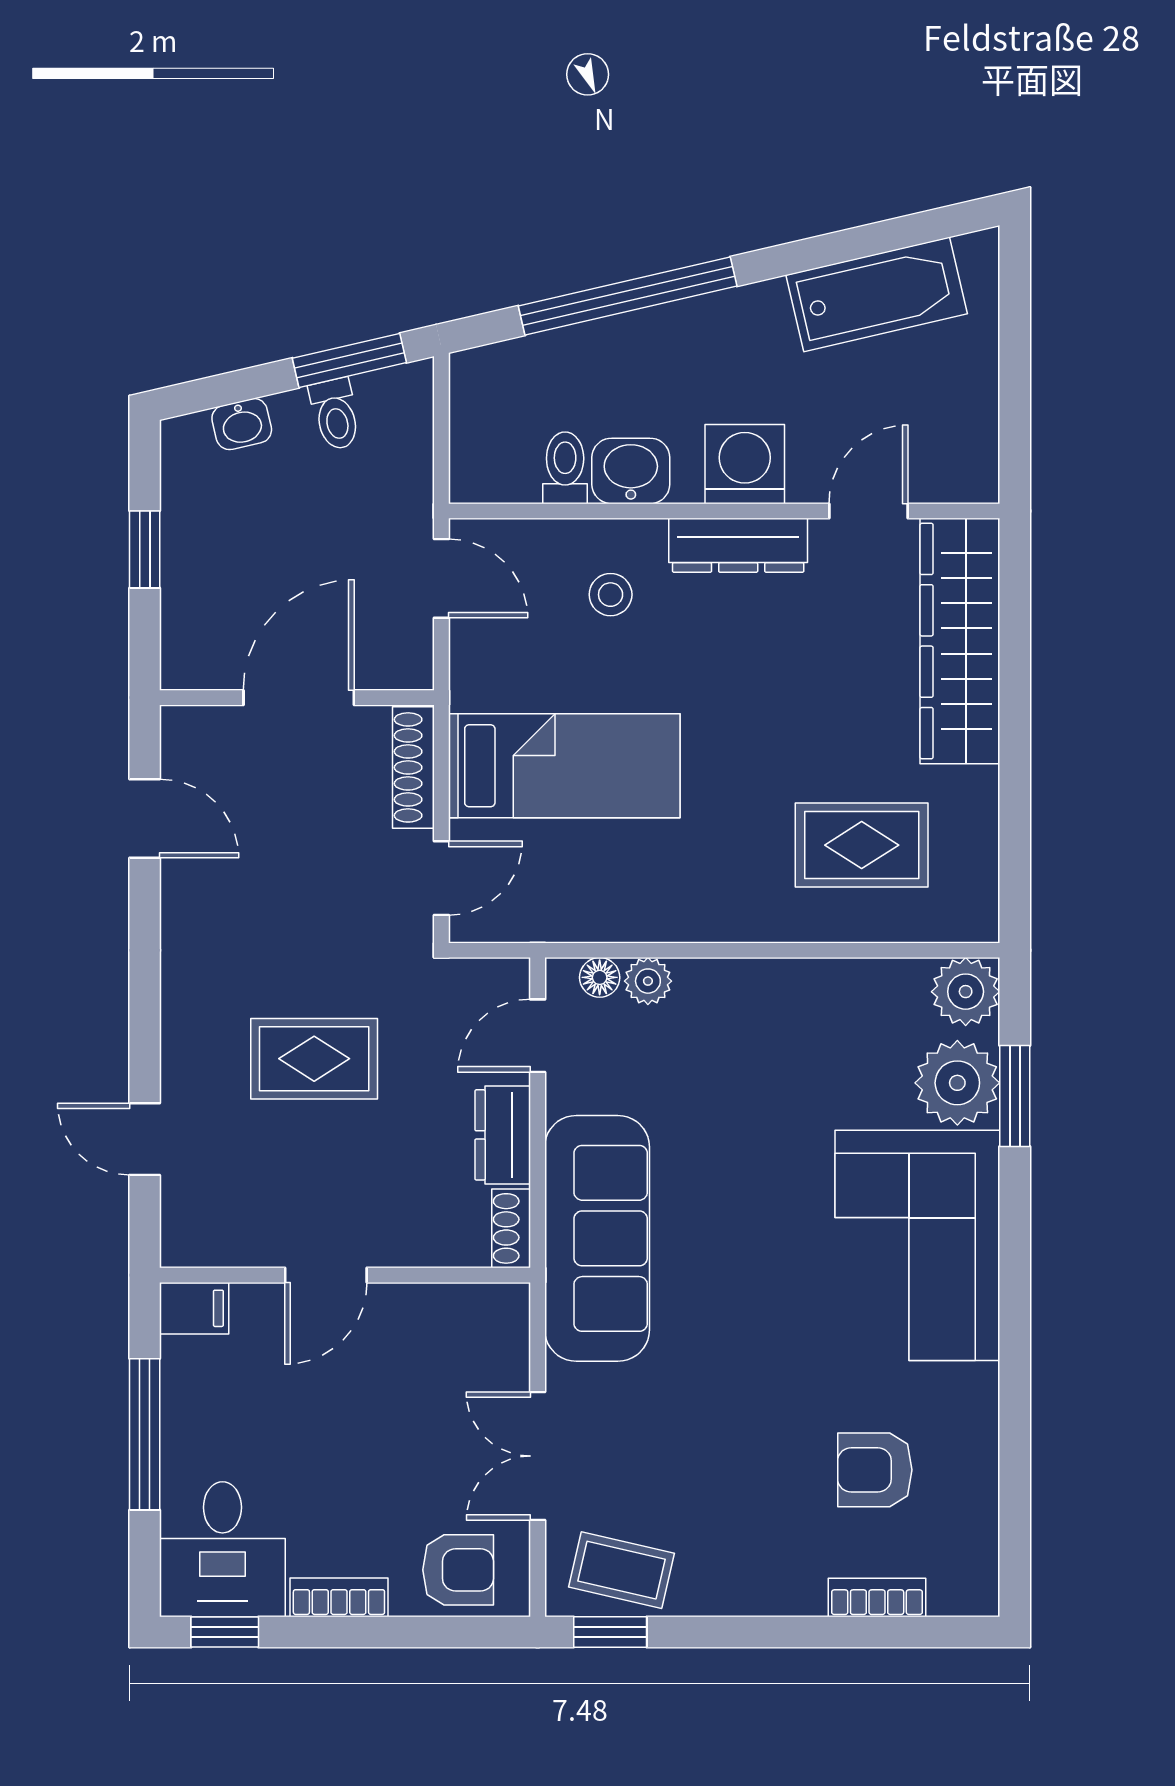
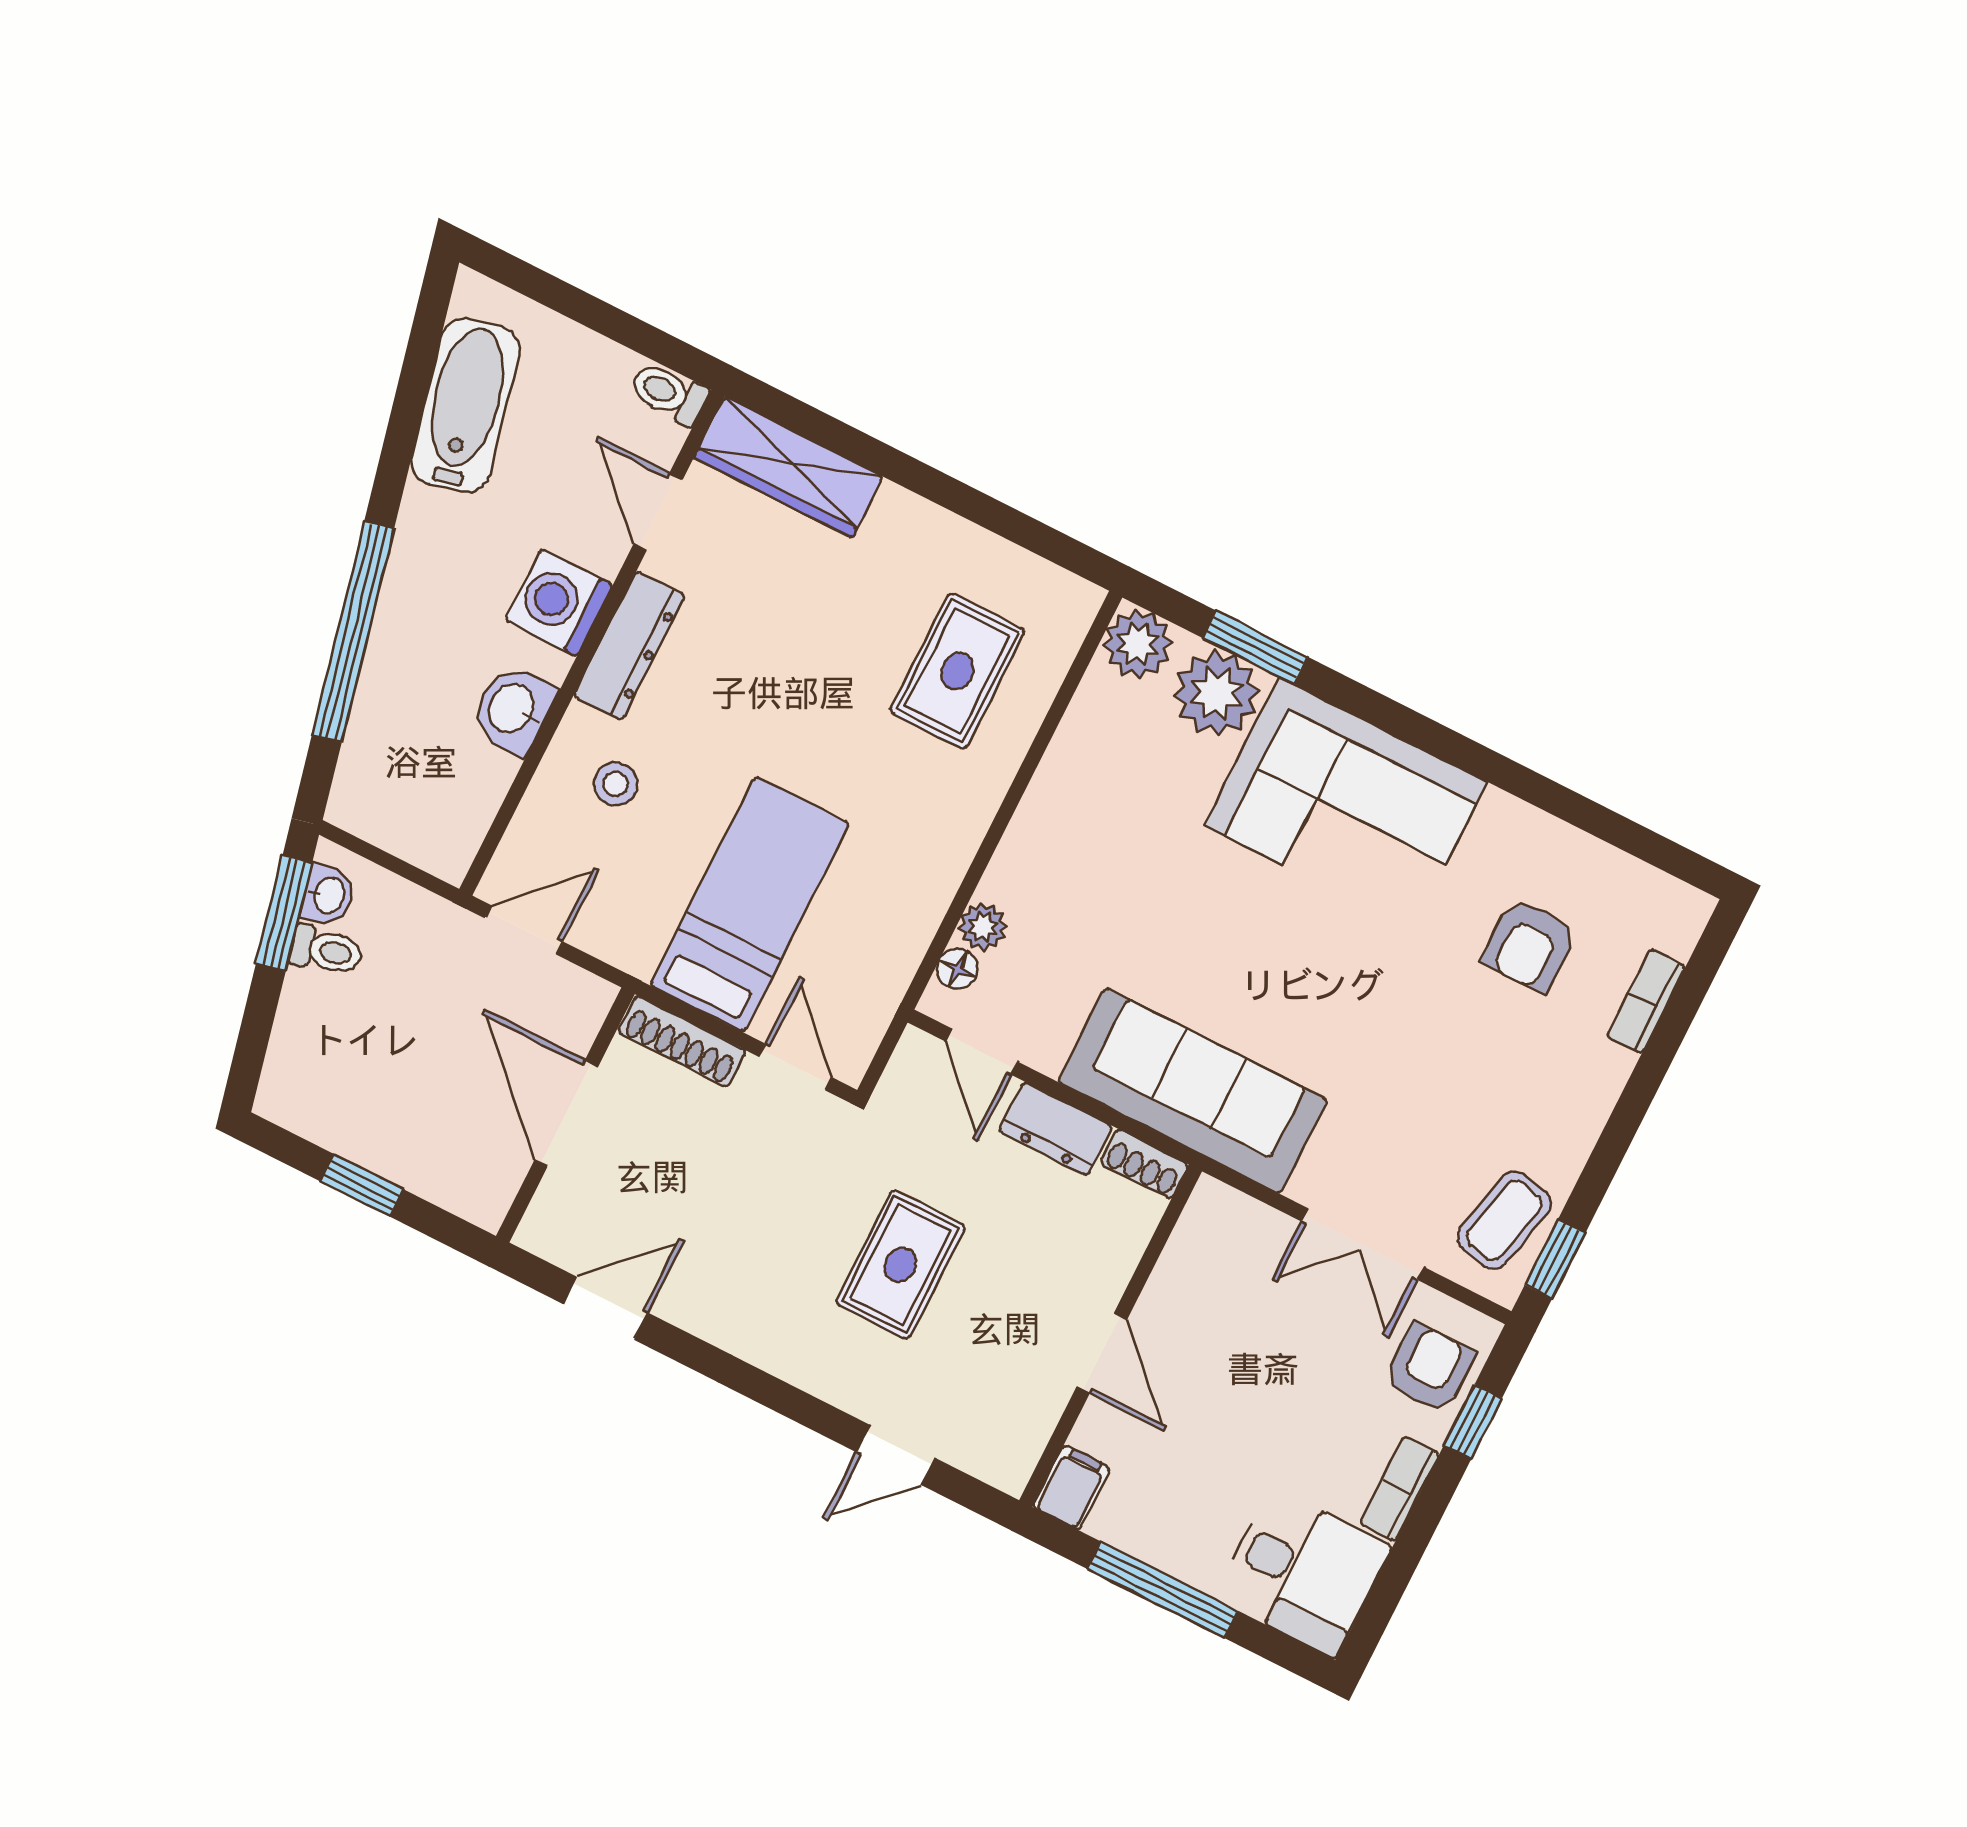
washbasin: (242, 424) -> (328, 895), moved
toilet: (565, 468) -> (669, 393), moved
wardrobe: (960, 641) -> (788, 467), width x0.71, depth x0.85
window: (225, 1632) -> (1473, 1422), moved

